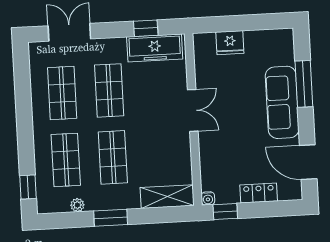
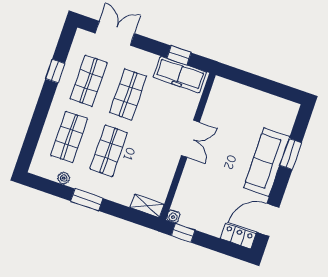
fridge: (230, 43) -> (243, 95), removed
window: (304, 84) -> (291, 154), width x0.69
door: (308, 162) -> (268, 220), hinge flipped
window: (28, 187) -> (55, 71), moved
locker: (259, 193) -> (238, 236), moved
shelving: (167, 197) -> (147, 206), width x0.67, depth x0.75

